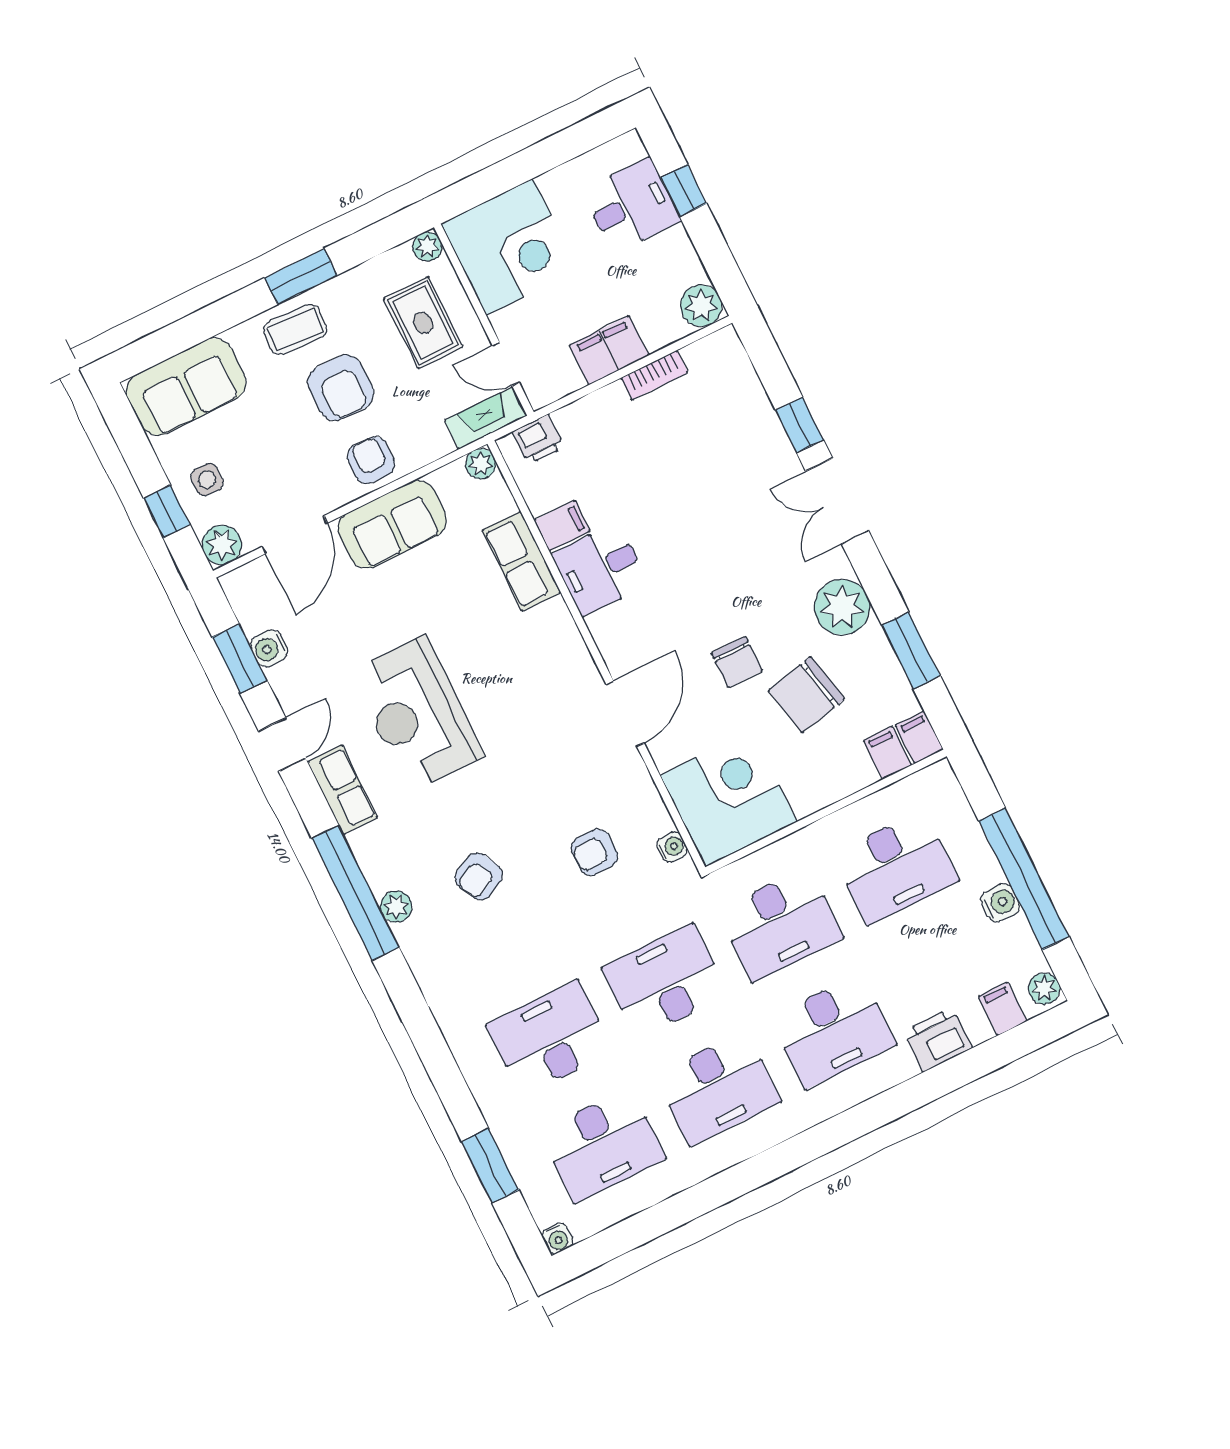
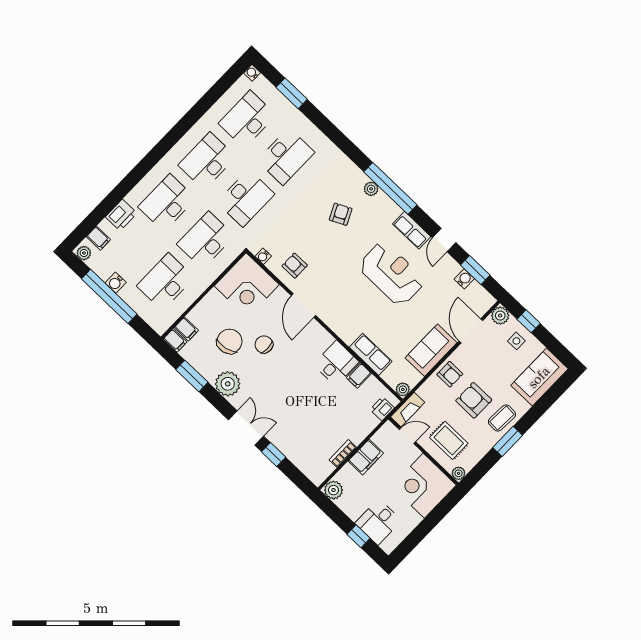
armchair: (595, 852) -> (295, 266), moved, turned -90

